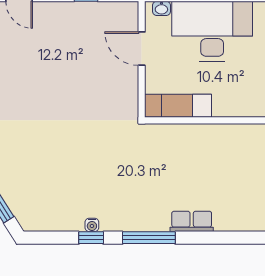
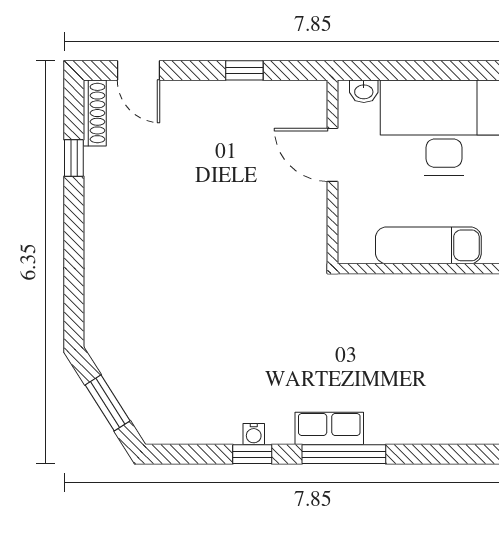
exam couch: (178, 106) -> (428, 245), moved
row of seats: (192, 221) -> (329, 428), moved

